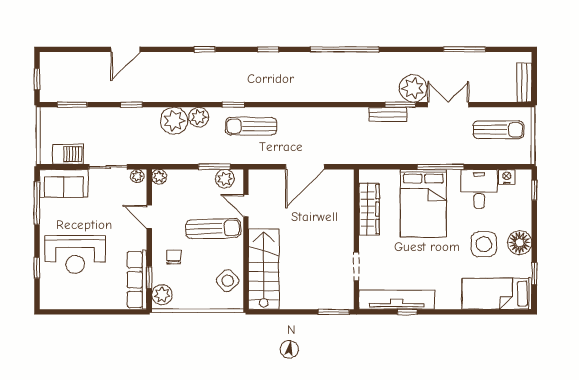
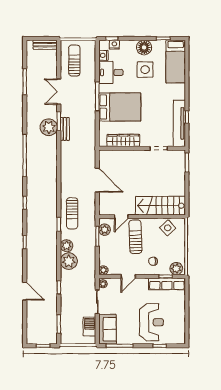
plant: (413, 88) -> (49, 127), moved
nightstand: (524, 195) -> (114, 45), added

